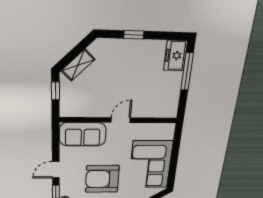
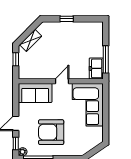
freezer: (175, 55) -> (96, 68), moved
window: (187, 72) -> (106, 59), moved
corner sofa: (151, 165) -> (88, 105), moved

